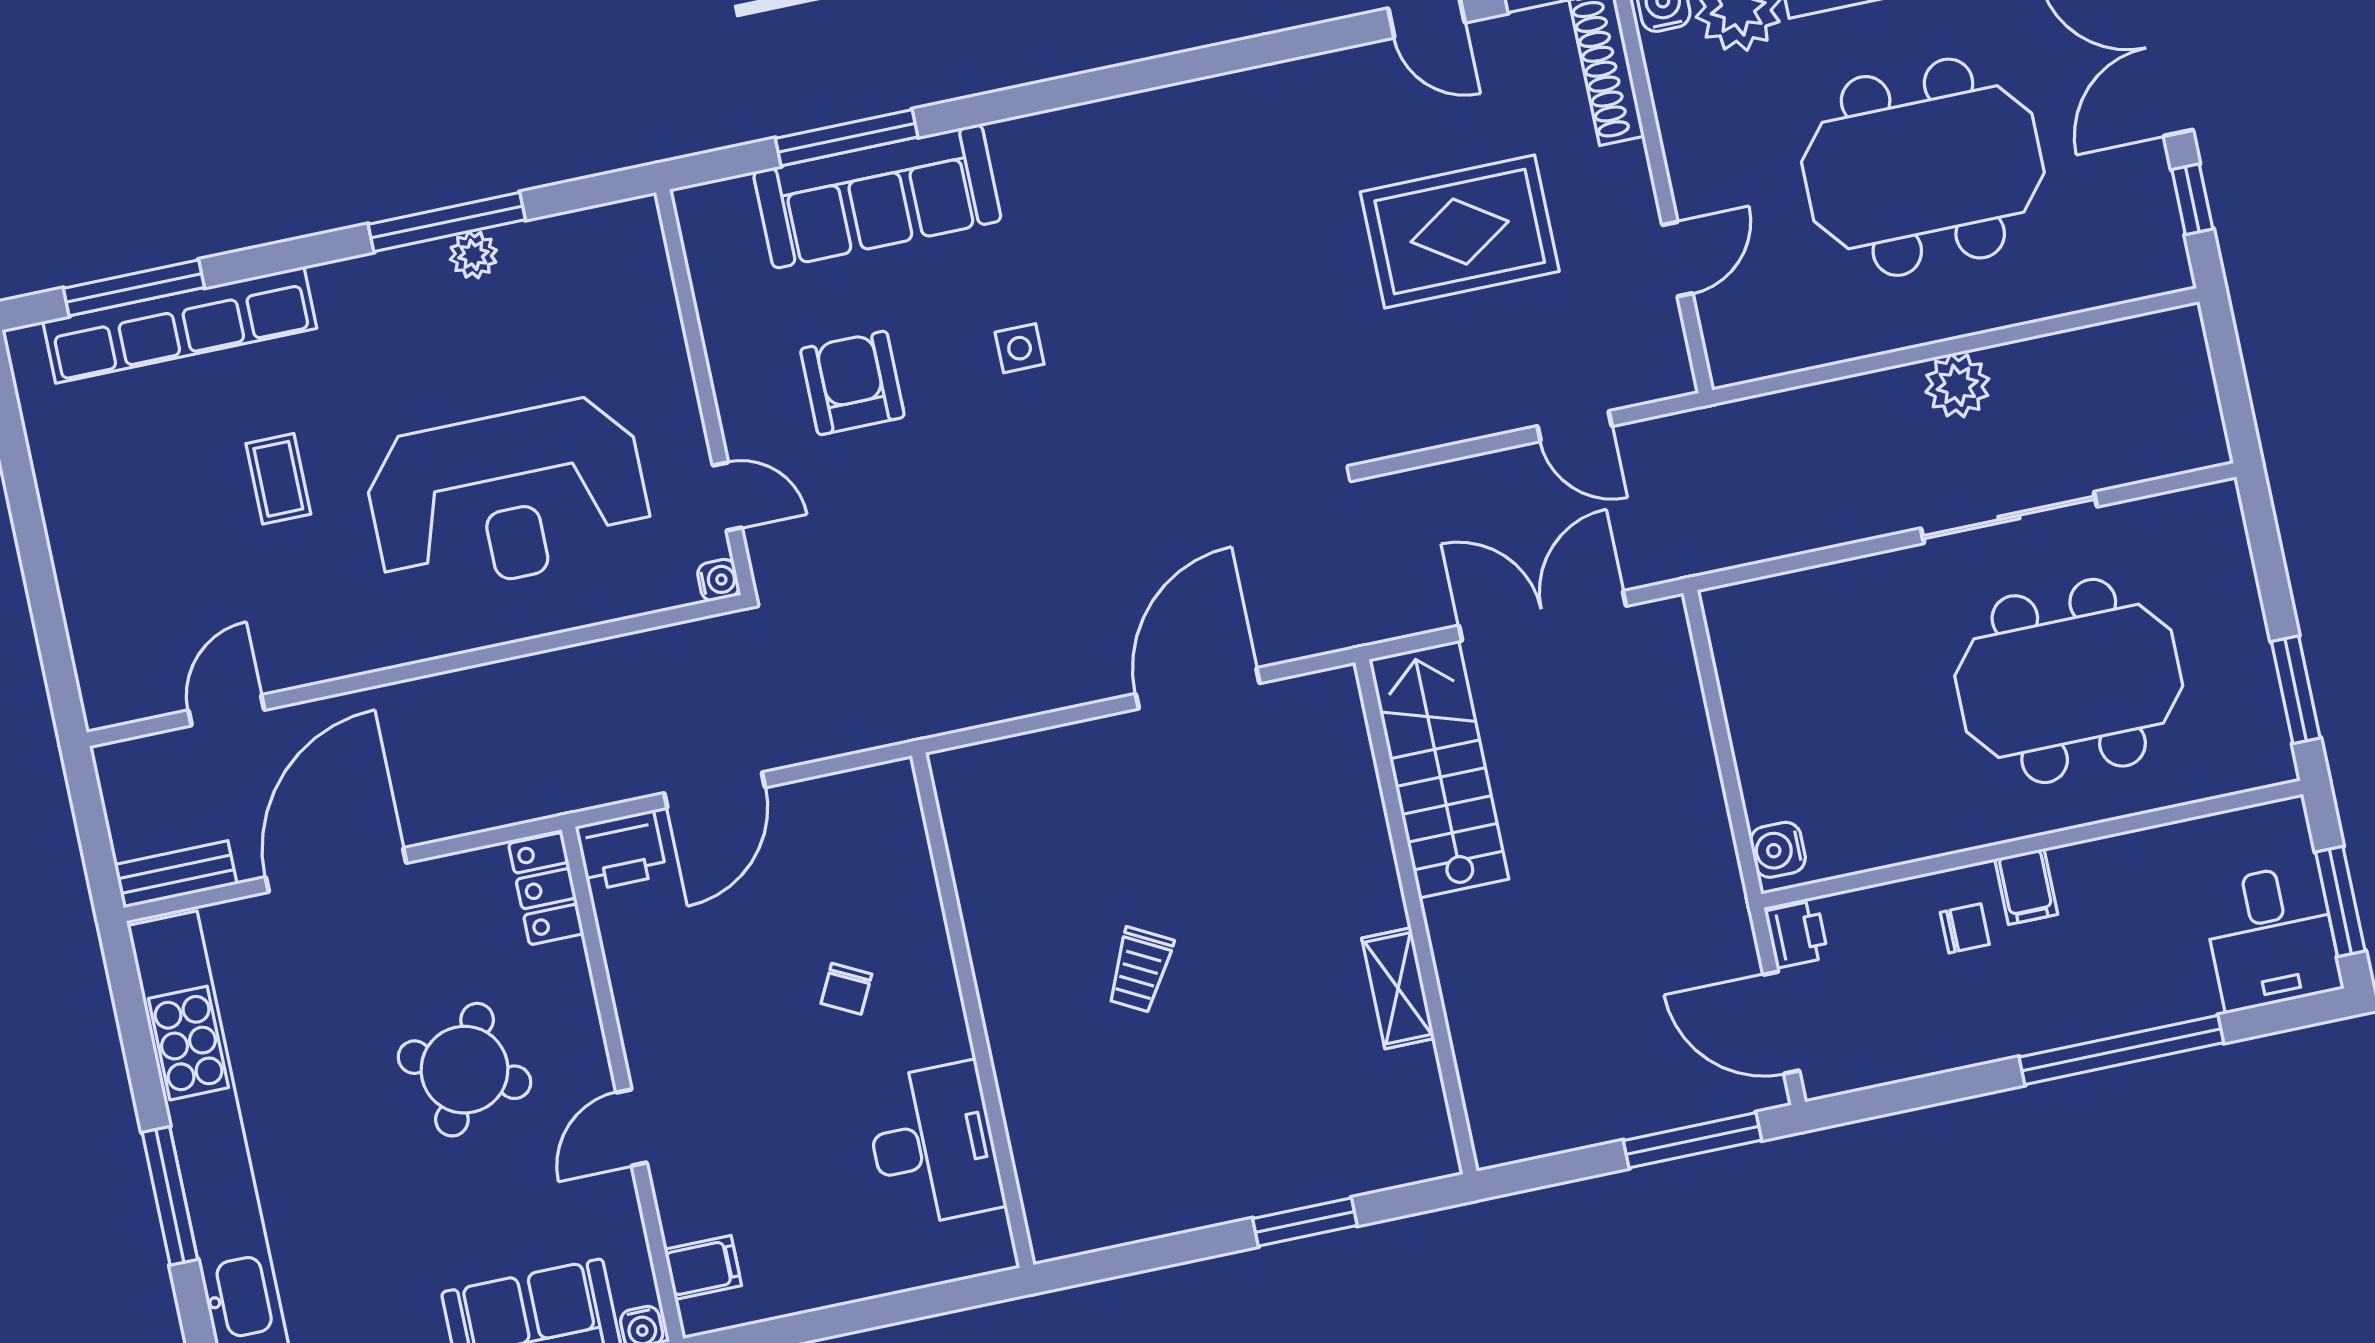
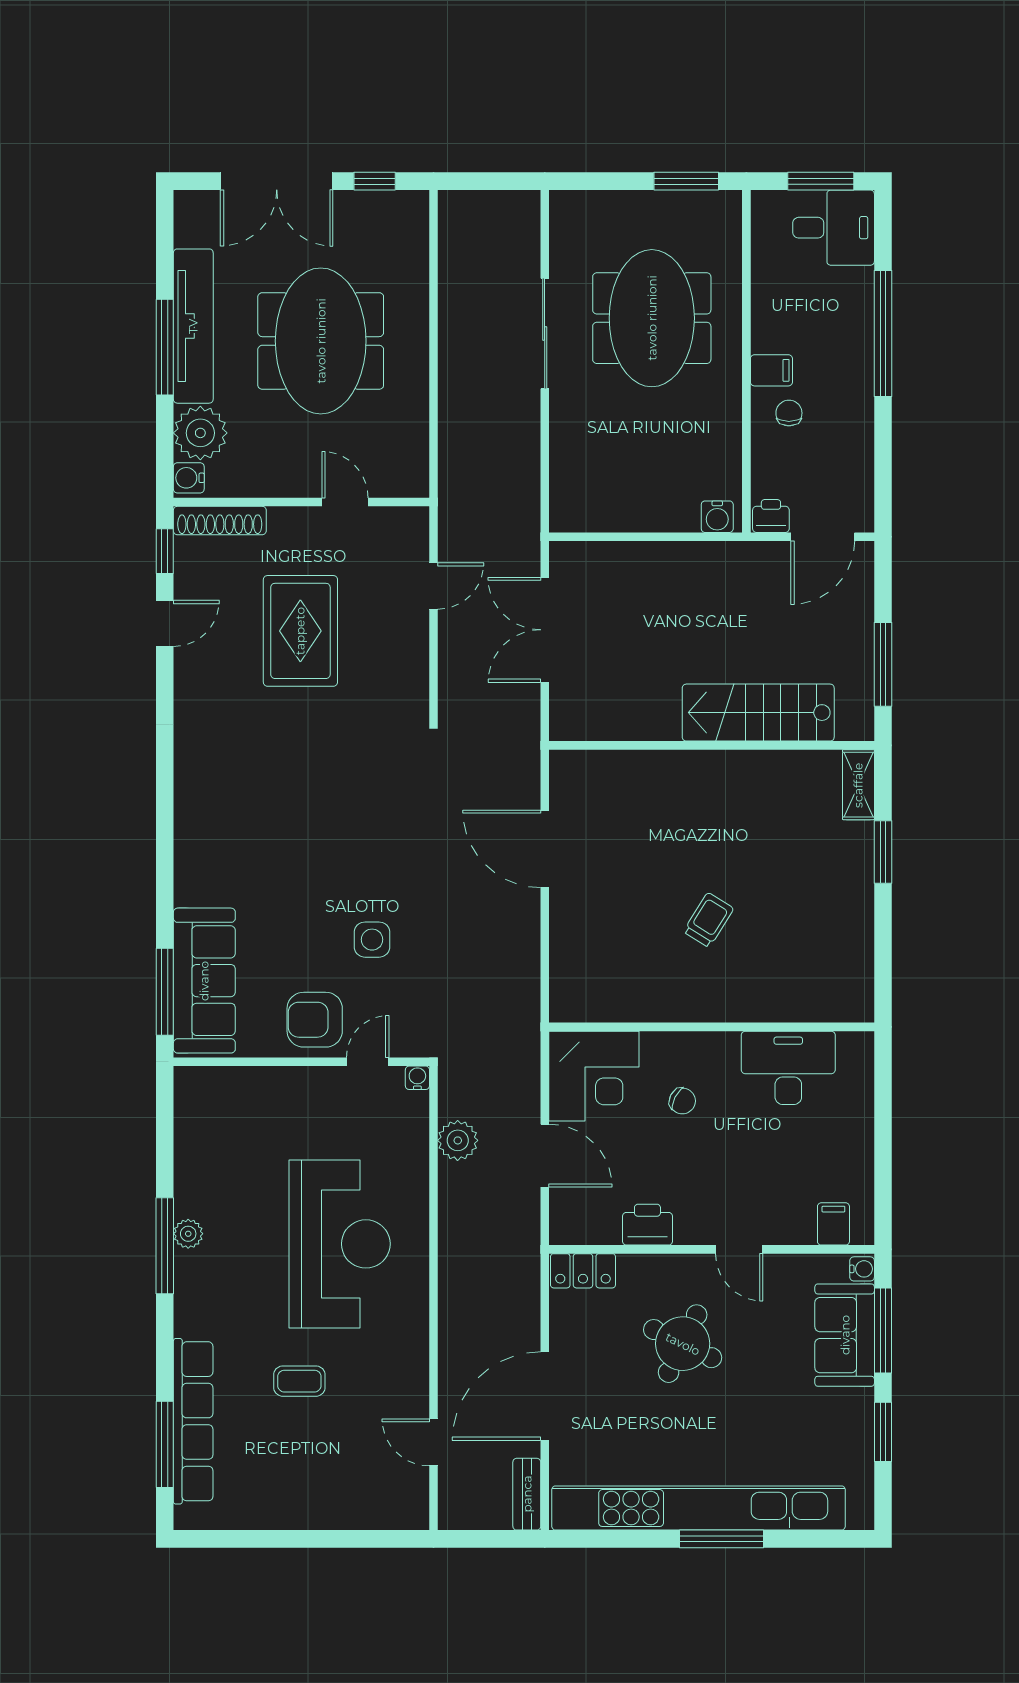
side table: (1020, 348) -> (372, 940), moved, width x1.37, depth x1.37
plant: (1957, 385) -> (458, 1140), moved
wall: (705, 392) -> (301, 1062), moved
door: (727, 496) -> (368, 1062), moved
water cooler: (718, 580) -> (417, 1078), moved
stairs: (1439, 769) -> (758, 713), moved
corner desk: (856, 841) -> (594, 1076), added
printer: (621, 851) -> (647, 1225), moved, turned -90
door: (336, 870) -> (545, 1396), hinge flipped
trolley: (1140, 970) -> (708, 920), turned -86
shelving: (1398, 988) -> (858, 785), moved, turned 90
window: (1692, 1140) -> (883, 664), moved

